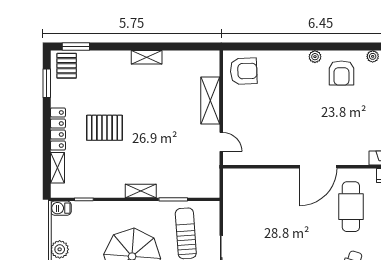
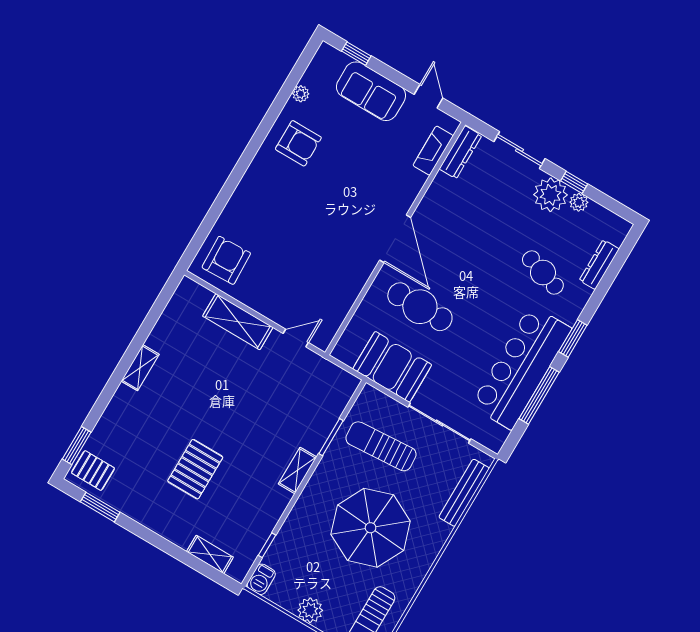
plant: (315, 57) -> (260, 164), removed
locker: (58, 129) -> (163, 526), removed
cafe table: (351, 207) -> (420, 307), moved
booth: (239, 211) -> (392, 367), added

